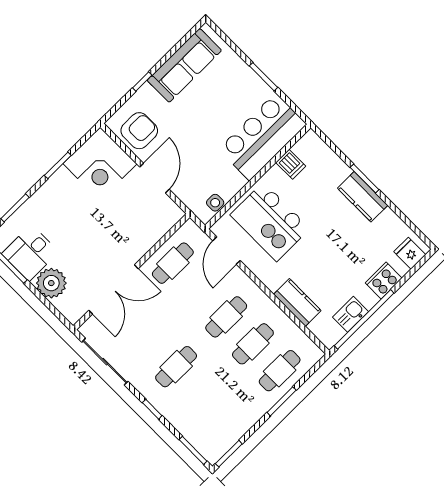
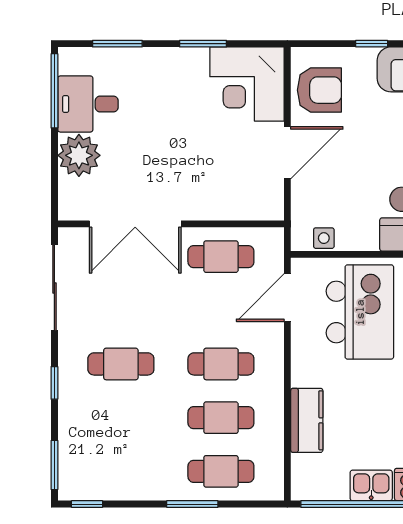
kitchen island: (270, 222) -> (360, 312), turned 180
kitchen sink: (351, 314) -> (371, 485), moved
window: (229, 454) -> (87, 504), width x0.67

